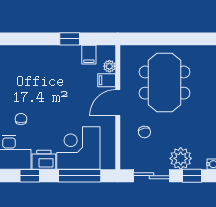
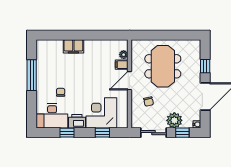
window: (70, 39) -> (95, 35), removed
filing cabinet: (89, 55) -> (73, 46), moved, width x2.00
window: (80, 176) -> (102, 133), width x0.46

